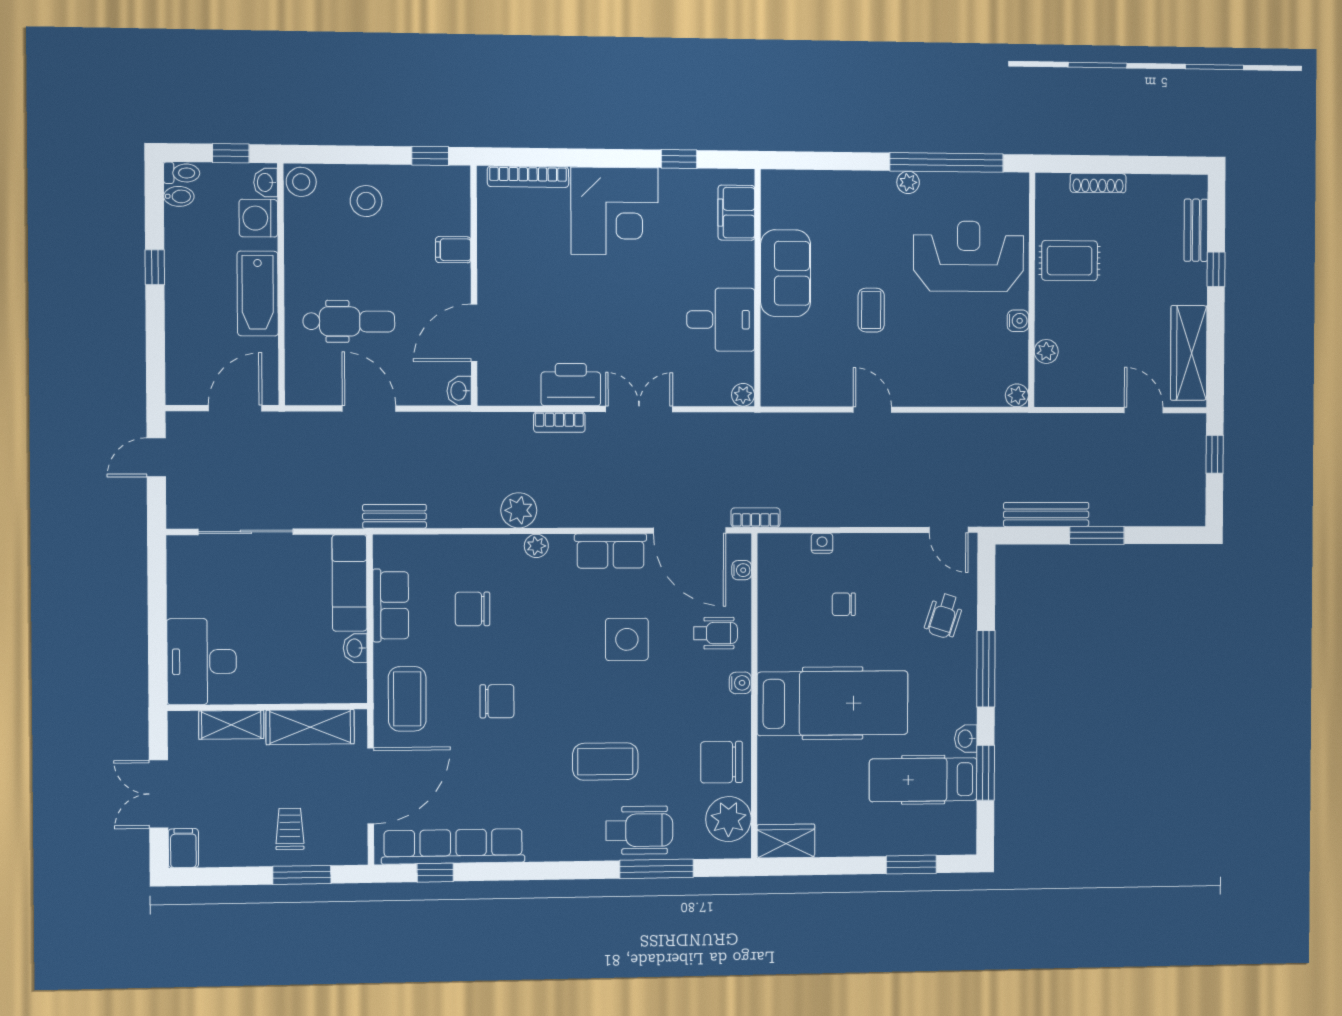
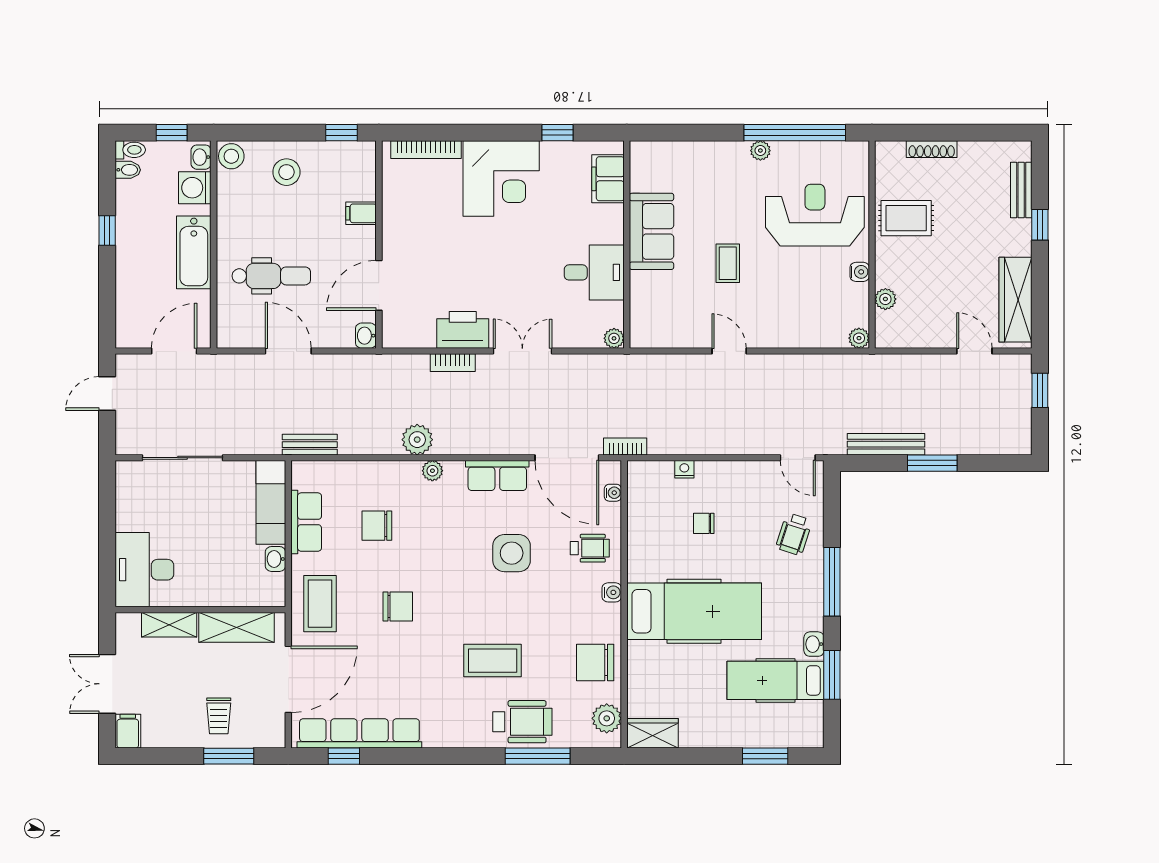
plant: (729, 819) -> (607, 718), width x0.73, depth x0.73
trolley: (290, 829) -> (219, 716), turned 180

